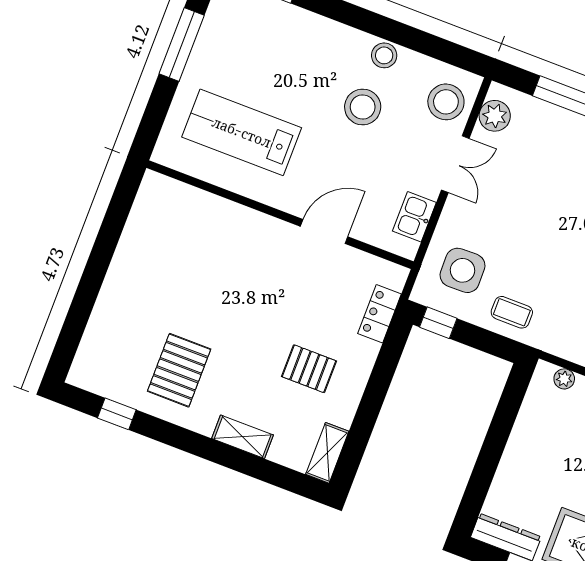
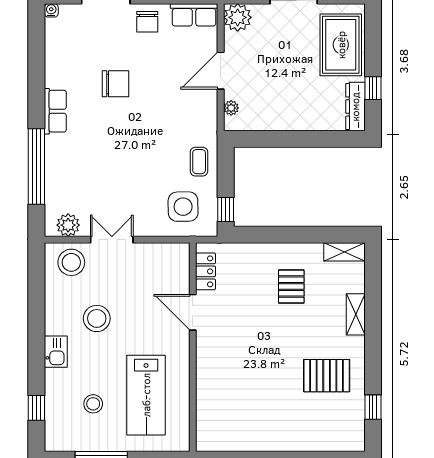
stool: (384, 55) -> (93, 404), moved
kitchen sink: (414, 217) -> (56, 352), moved, turned -90
locker: (380, 314) -> (206, 271), moved, turned -90

